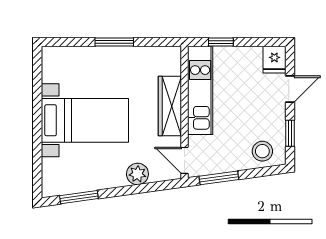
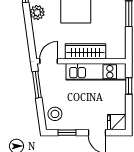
plant: (137, 174) -> (37, 13), moved

